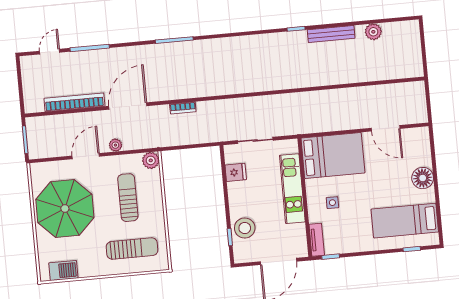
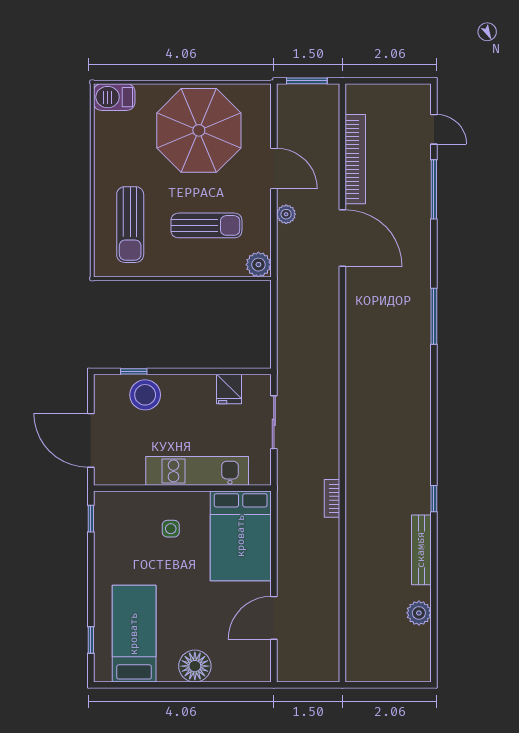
bookcase: (183, 108) -> (332, 498), moved
tv unit: (317, 240) -> (118, 500), removed
barbecue: (63, 271) -> (114, 97), moved, turned 90

